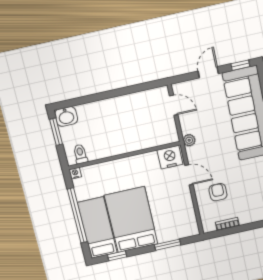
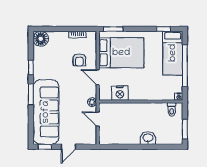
door: (174, 105) -> (98, 119), moved
washbasin: (66, 116) -> (148, 138), moved
nightstand: (170, 157) -> (120, 93), moved
bed: (131, 220) -> (121, 53), moved, turned -90
window: (168, 245) -> (113, 29), moved

